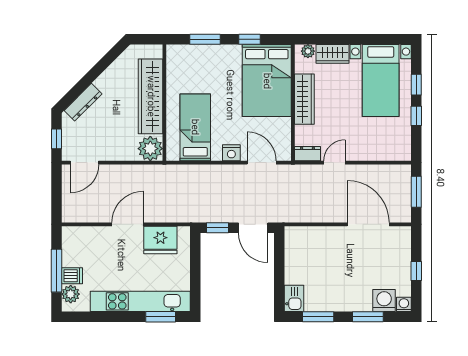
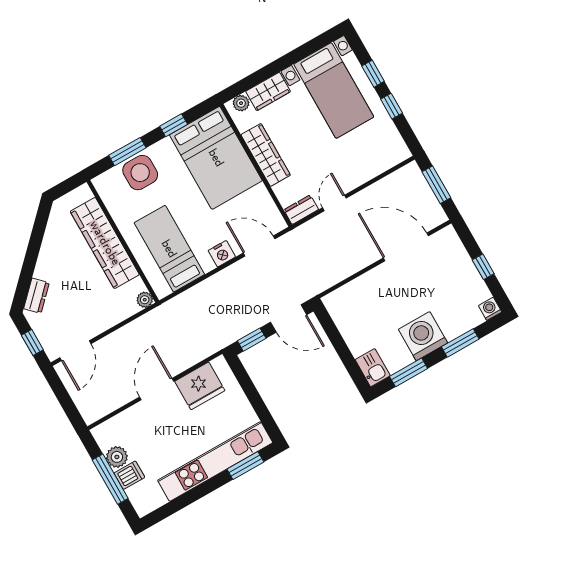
side table: (206, 60) -> (140, 173), added
dresser: (83, 102) -> (36, 296), width x0.70
plant: (150, 149) -> (145, 300), width x0.53, depth x0.53
plant: (71, 294) -> (117, 457), moved
washing machine: (384, 301) -> (423, 336), moved, width x1.37, depth x1.37

